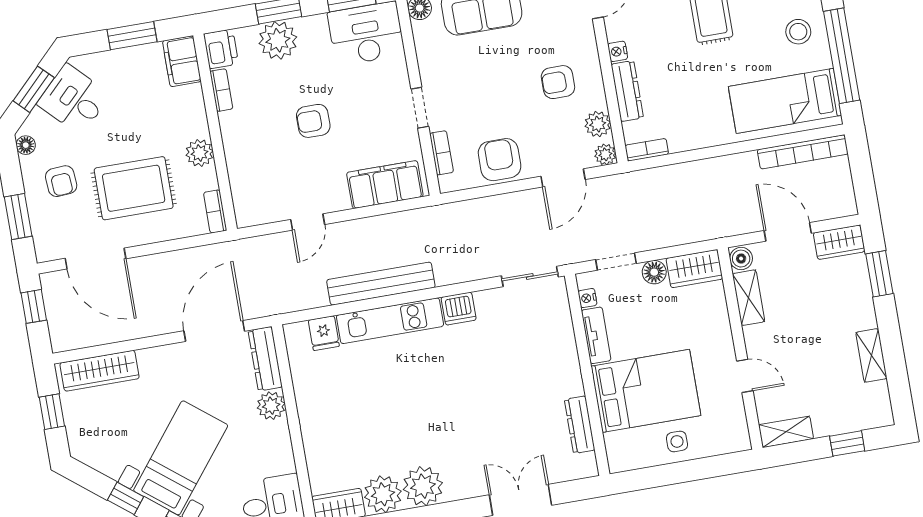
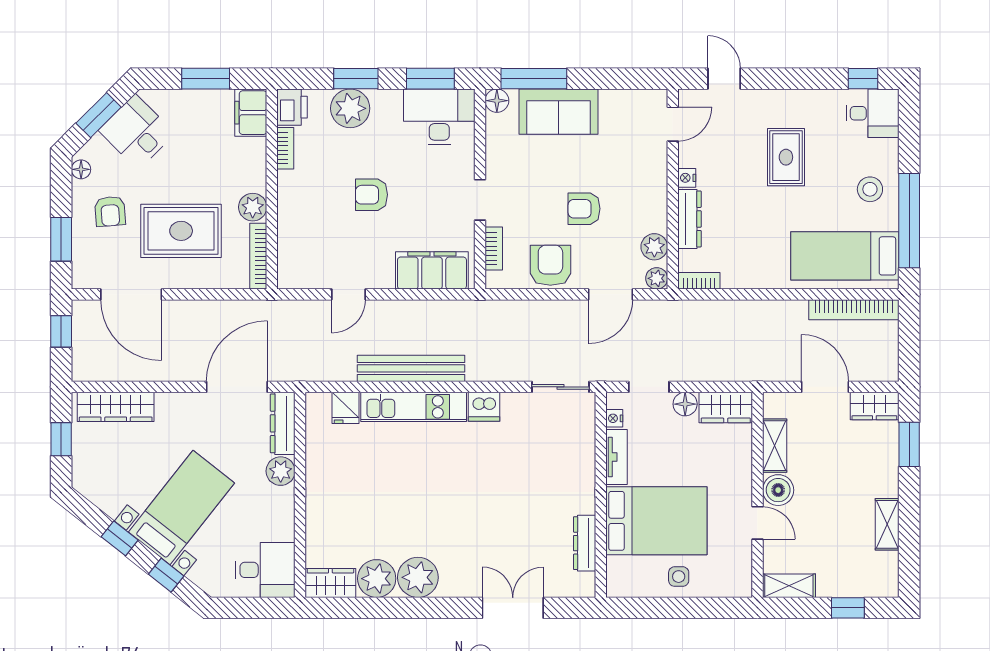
armchair: (558, 82) -> (584, 209), moved
bookcase: (215, 212) -> (258, 256), width x1.56
boiler: (741, 259) -> (778, 490), moved, width x1.36, depth x1.36

